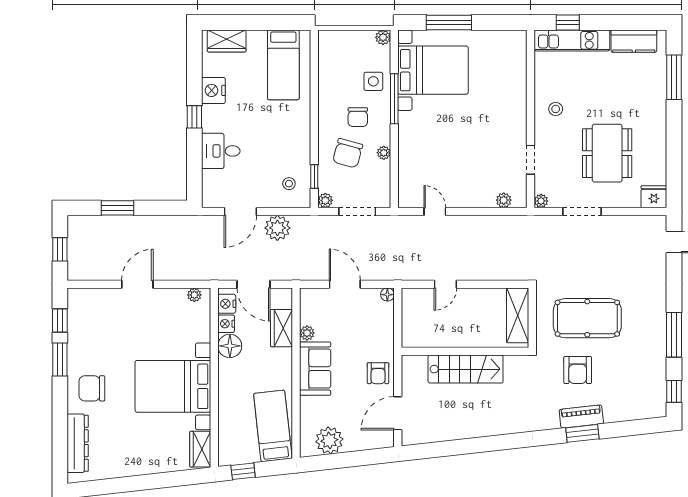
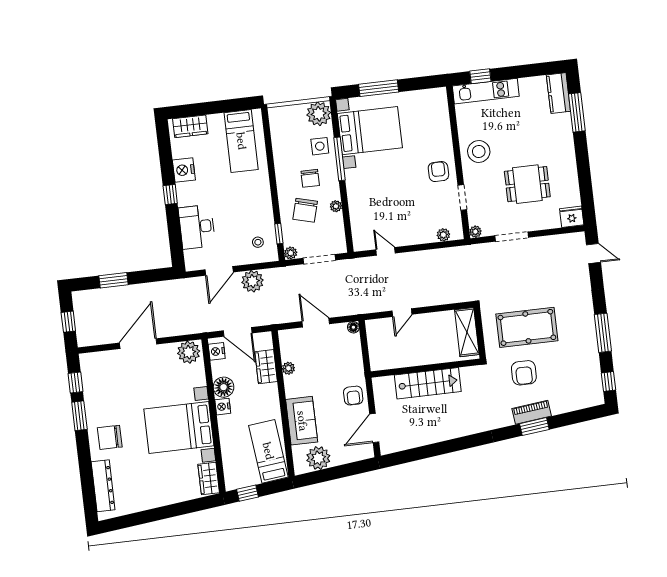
plant: (383, 37) -> (319, 114), width x1.88, depth x1.88
kitchen counter: (634, 41) -> (558, 93), moved, turned 90
stool: (556, 109) -> (479, 151), width x1.89, depth x1.89
armchair: (507, 127) -> (438, 172), added
desk: (221, 151) -> (197, 227), width x1.37
dining table: (607, 153) -> (527, 184), width x0.73
door: (137, 284) -> (138, 344), width x1.36
plant: (194, 295) -> (189, 352), width x1.88, depth x1.88
nightstand: (226, 324) -> (223, 407), moved
sofa: (315, 369) -> (302, 421), moved

